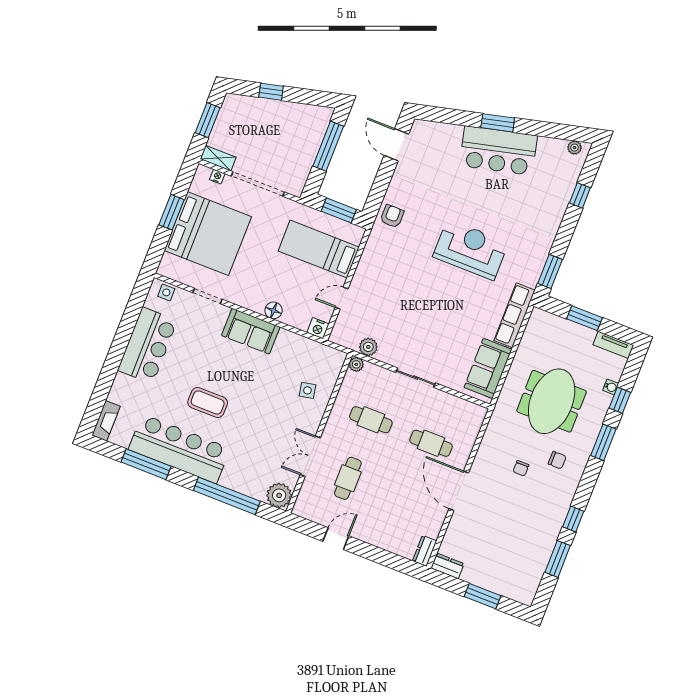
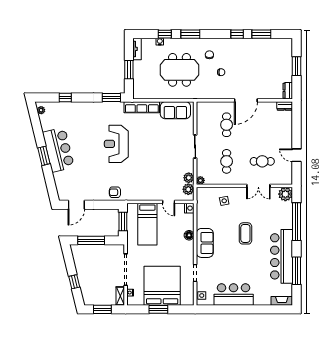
plant: (350, 339) -> (188, 189), added
coffee table: (208, 403) -> (245, 233), moved

